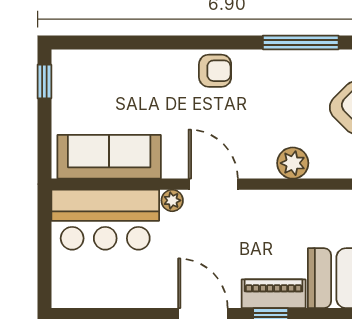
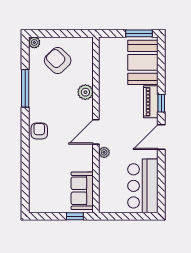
window: (44, 82) -> (75, 216), moved
sofa: (109, 157) -> (82, 191), width x0.73
bar counter: (105, 220) -> (143, 186), moved, turned 180

